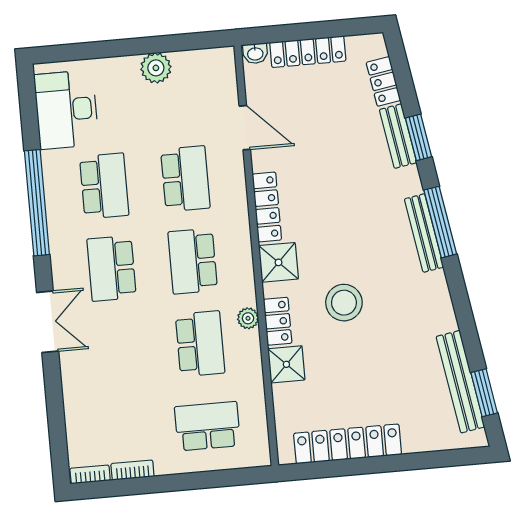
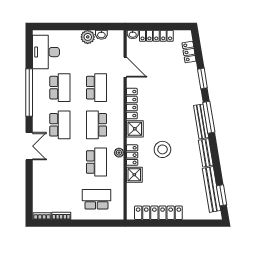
washbasin: (186, 60) -> (101, 35), added
bench: (398, 136) -> (206, 153), moved
school desk: (112, 268) -> (60, 125), turned 180

